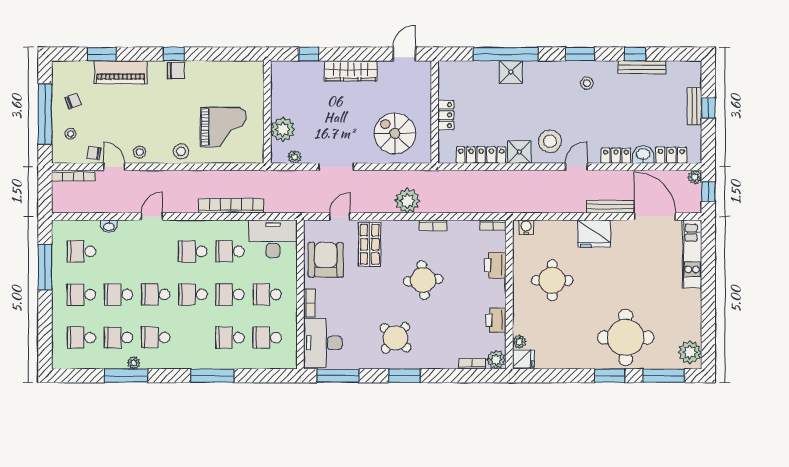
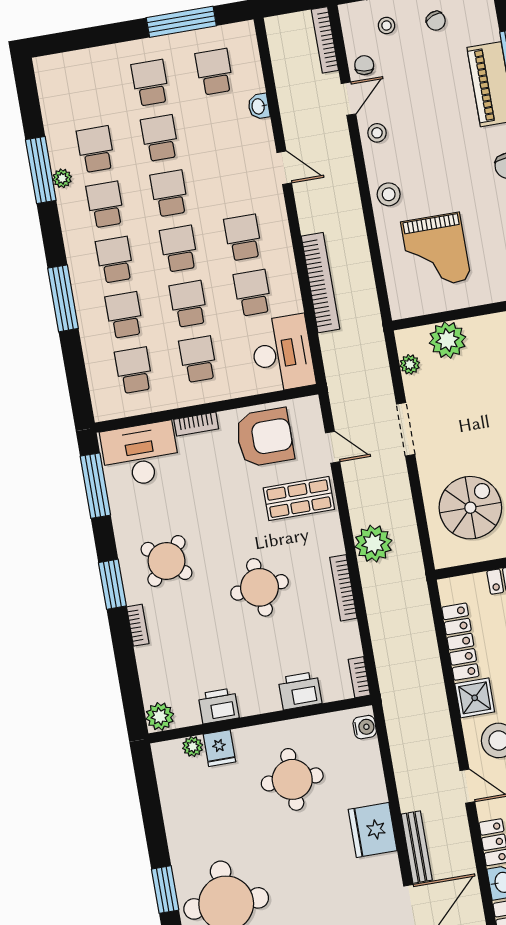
bookcase: (433, 225) -> (343, 588), width x1.56
school desk: (81, 338) -> (115, 260), moved
fridge: (523, 359) -> (219, 748), moved
bookcase: (472, 364) -> (138, 625), moved

